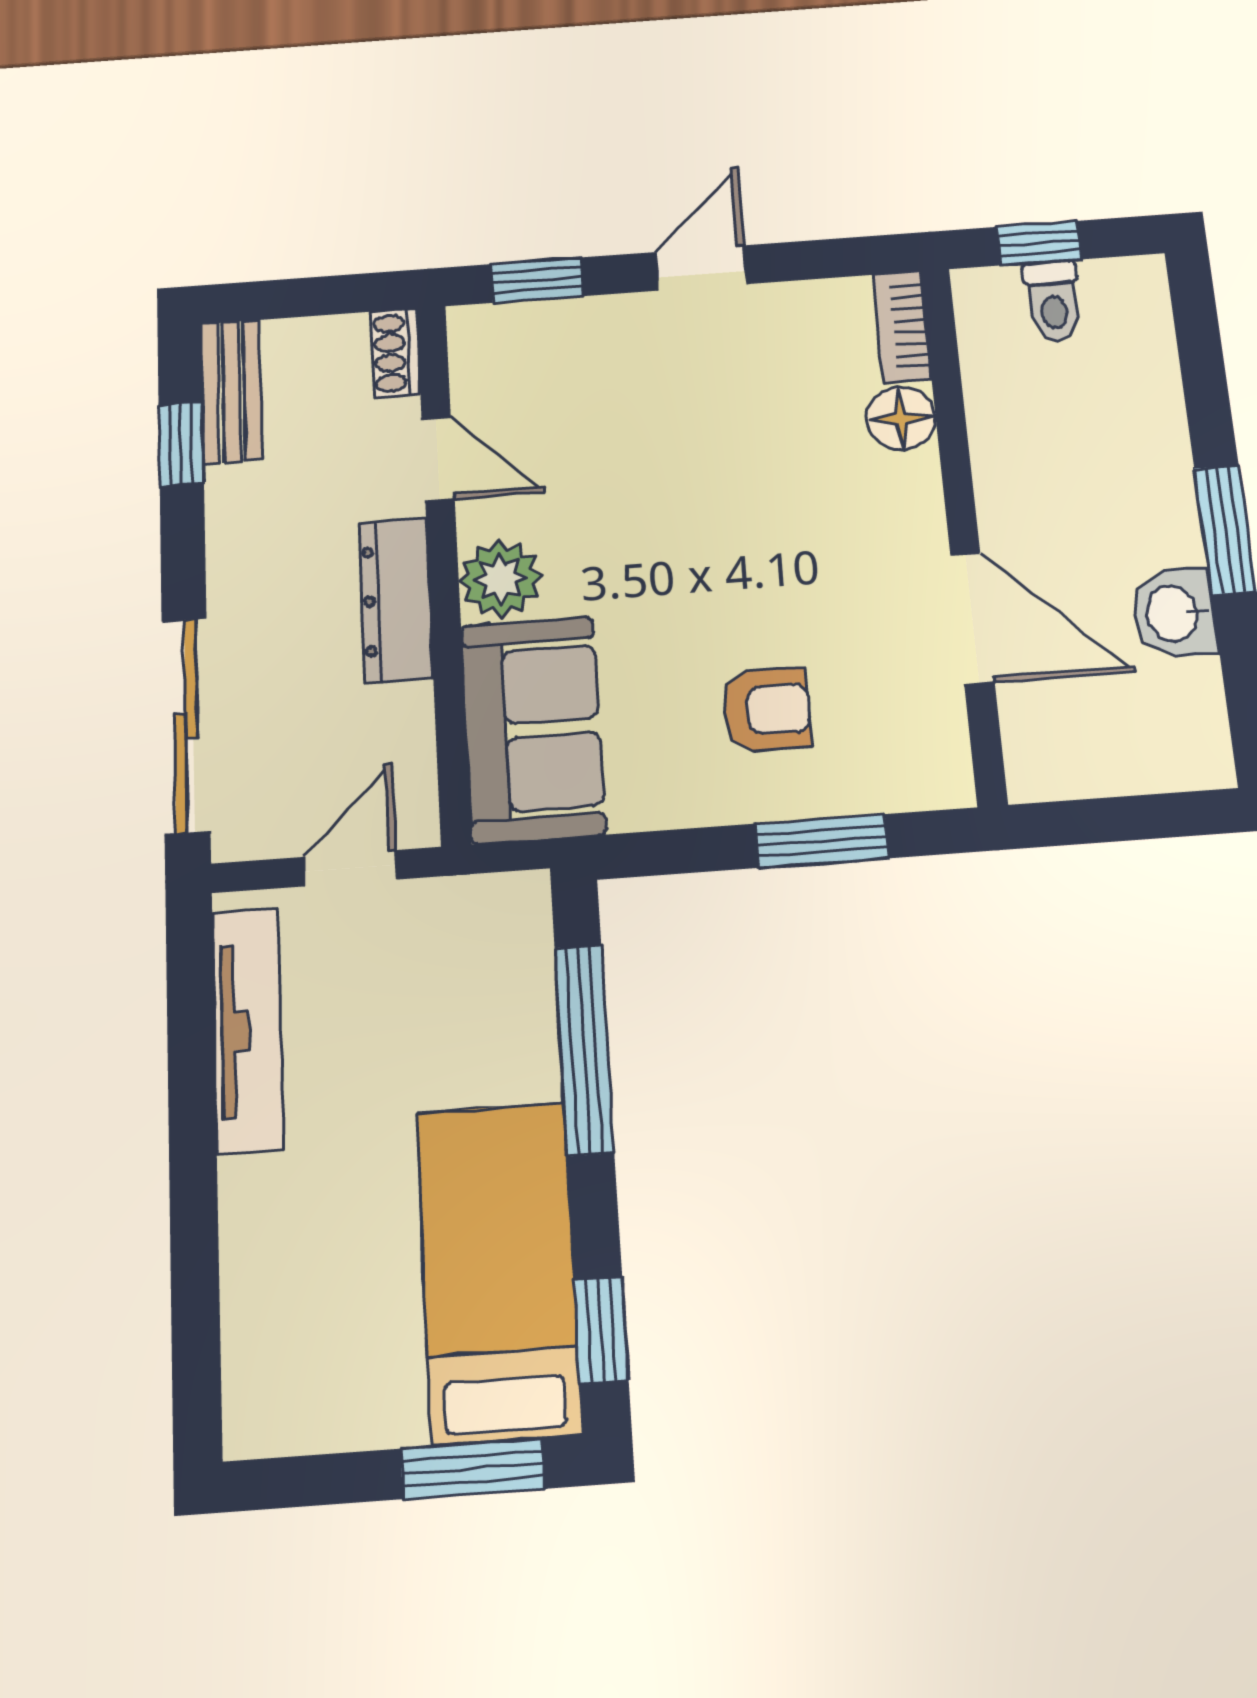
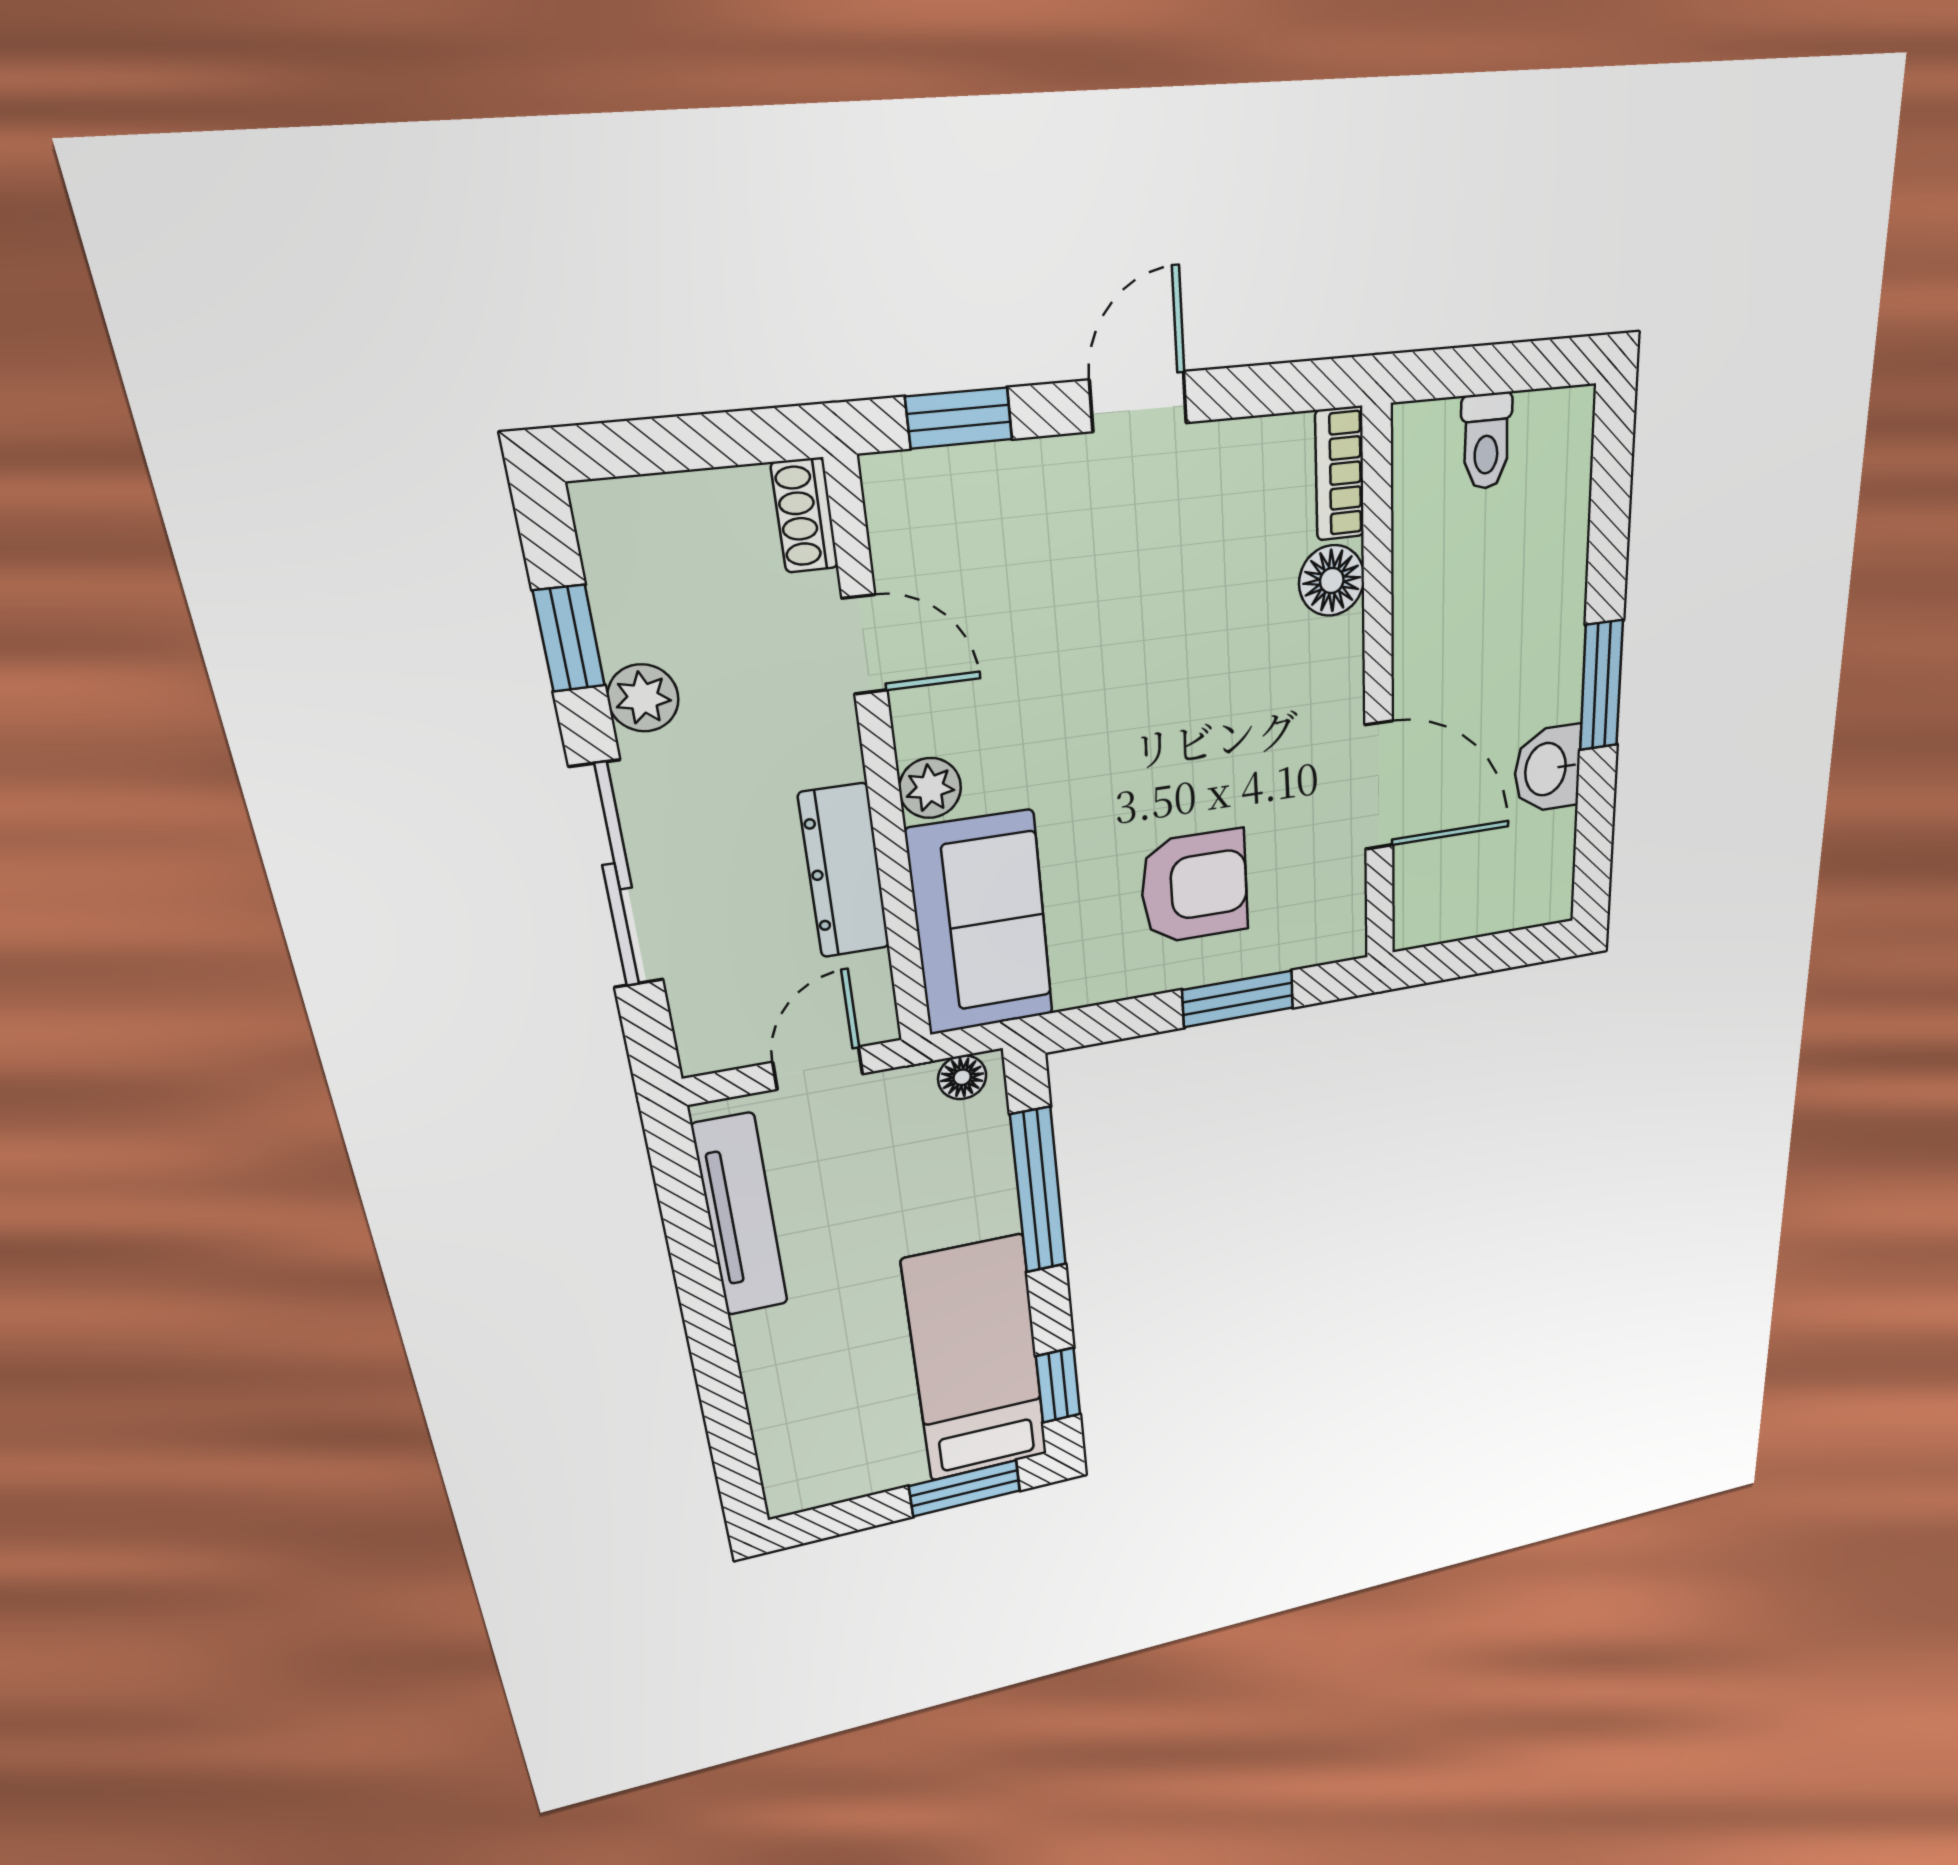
window: (1039, 243) -> (1481, 370), removed
bench: (231, 391) -> (618, 570), removed
plant: (235, 495) -> (643, 698), added
plant: (500, 579) -> (930, 788), width x0.73, depth x0.73
dresser: (396, 600) -> (844, 871), moved
armchair: (767, 710) -> (1194, 887), width x1.38, depth x1.38
sliding door: (186, 726) -> (617, 876), moved
floor lamp: (503, 897) -> (962, 1077), added

